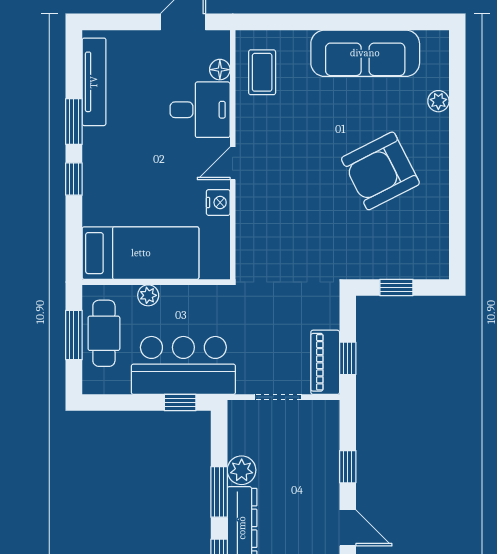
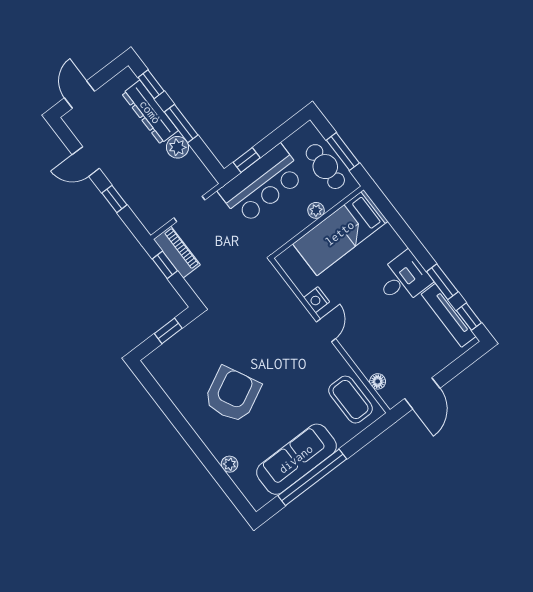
window: (363, 22) -> (312, 477), added
coffee table: (262, 72) -> (351, 400), width x1.36, depth x1.30
desk: (200, 110) -> (403, 279), moved, turned 180
window: (74, 179) -> (469, 317), moved

